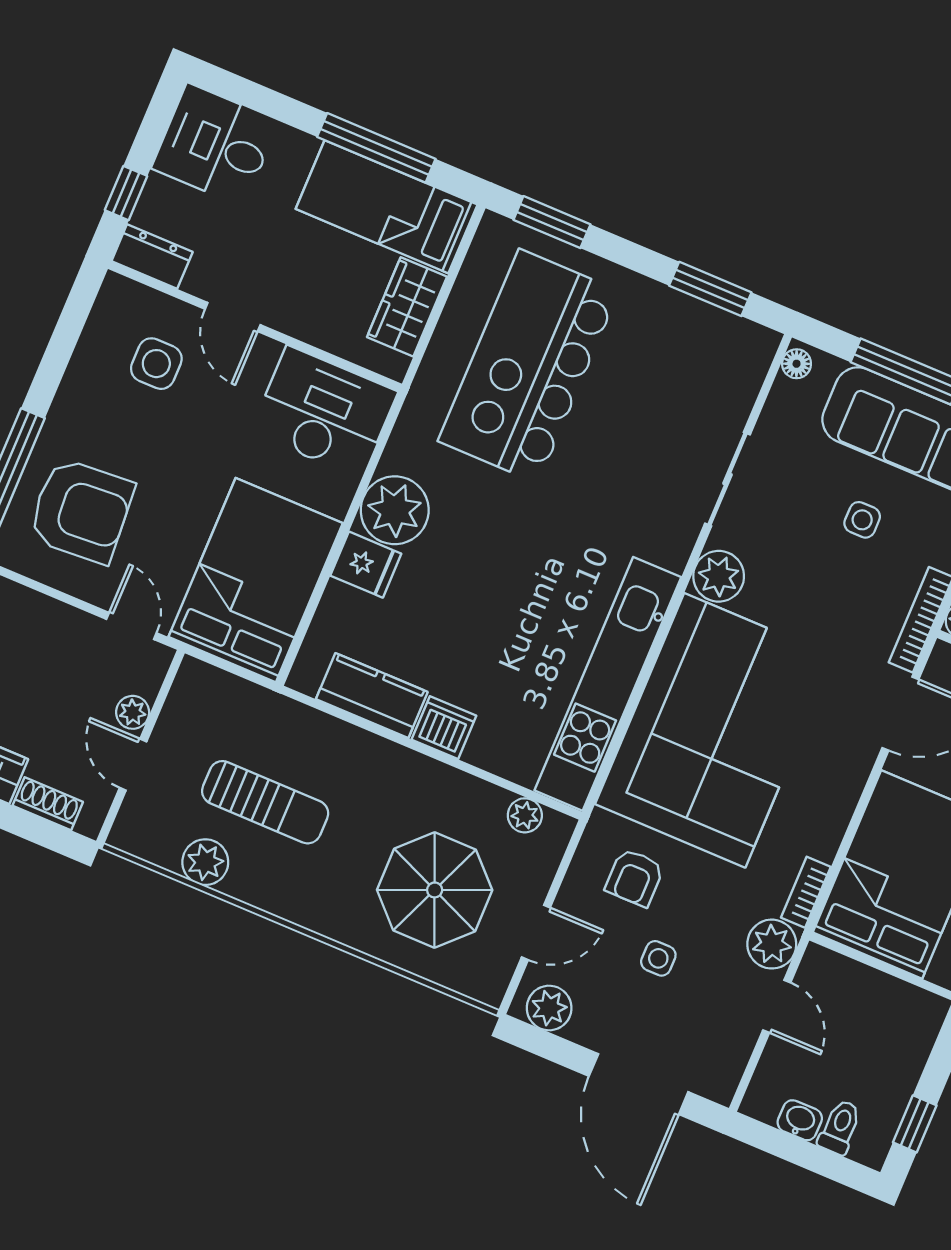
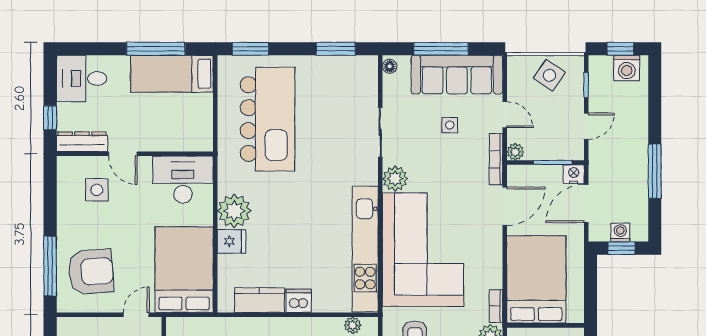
dresser: (152, 256) -> (82, 142), width x1.44
wardrobe: (407, 307) -> (201, 116), removed
kitchen island: (528, 366) -> (268, 119), turned 180
door: (131, 626) -> (136, 315), hinge flipped

